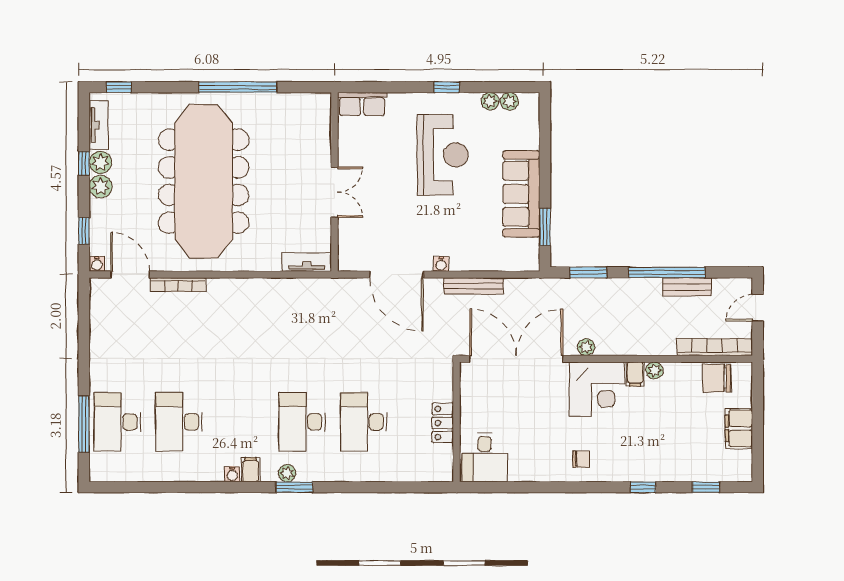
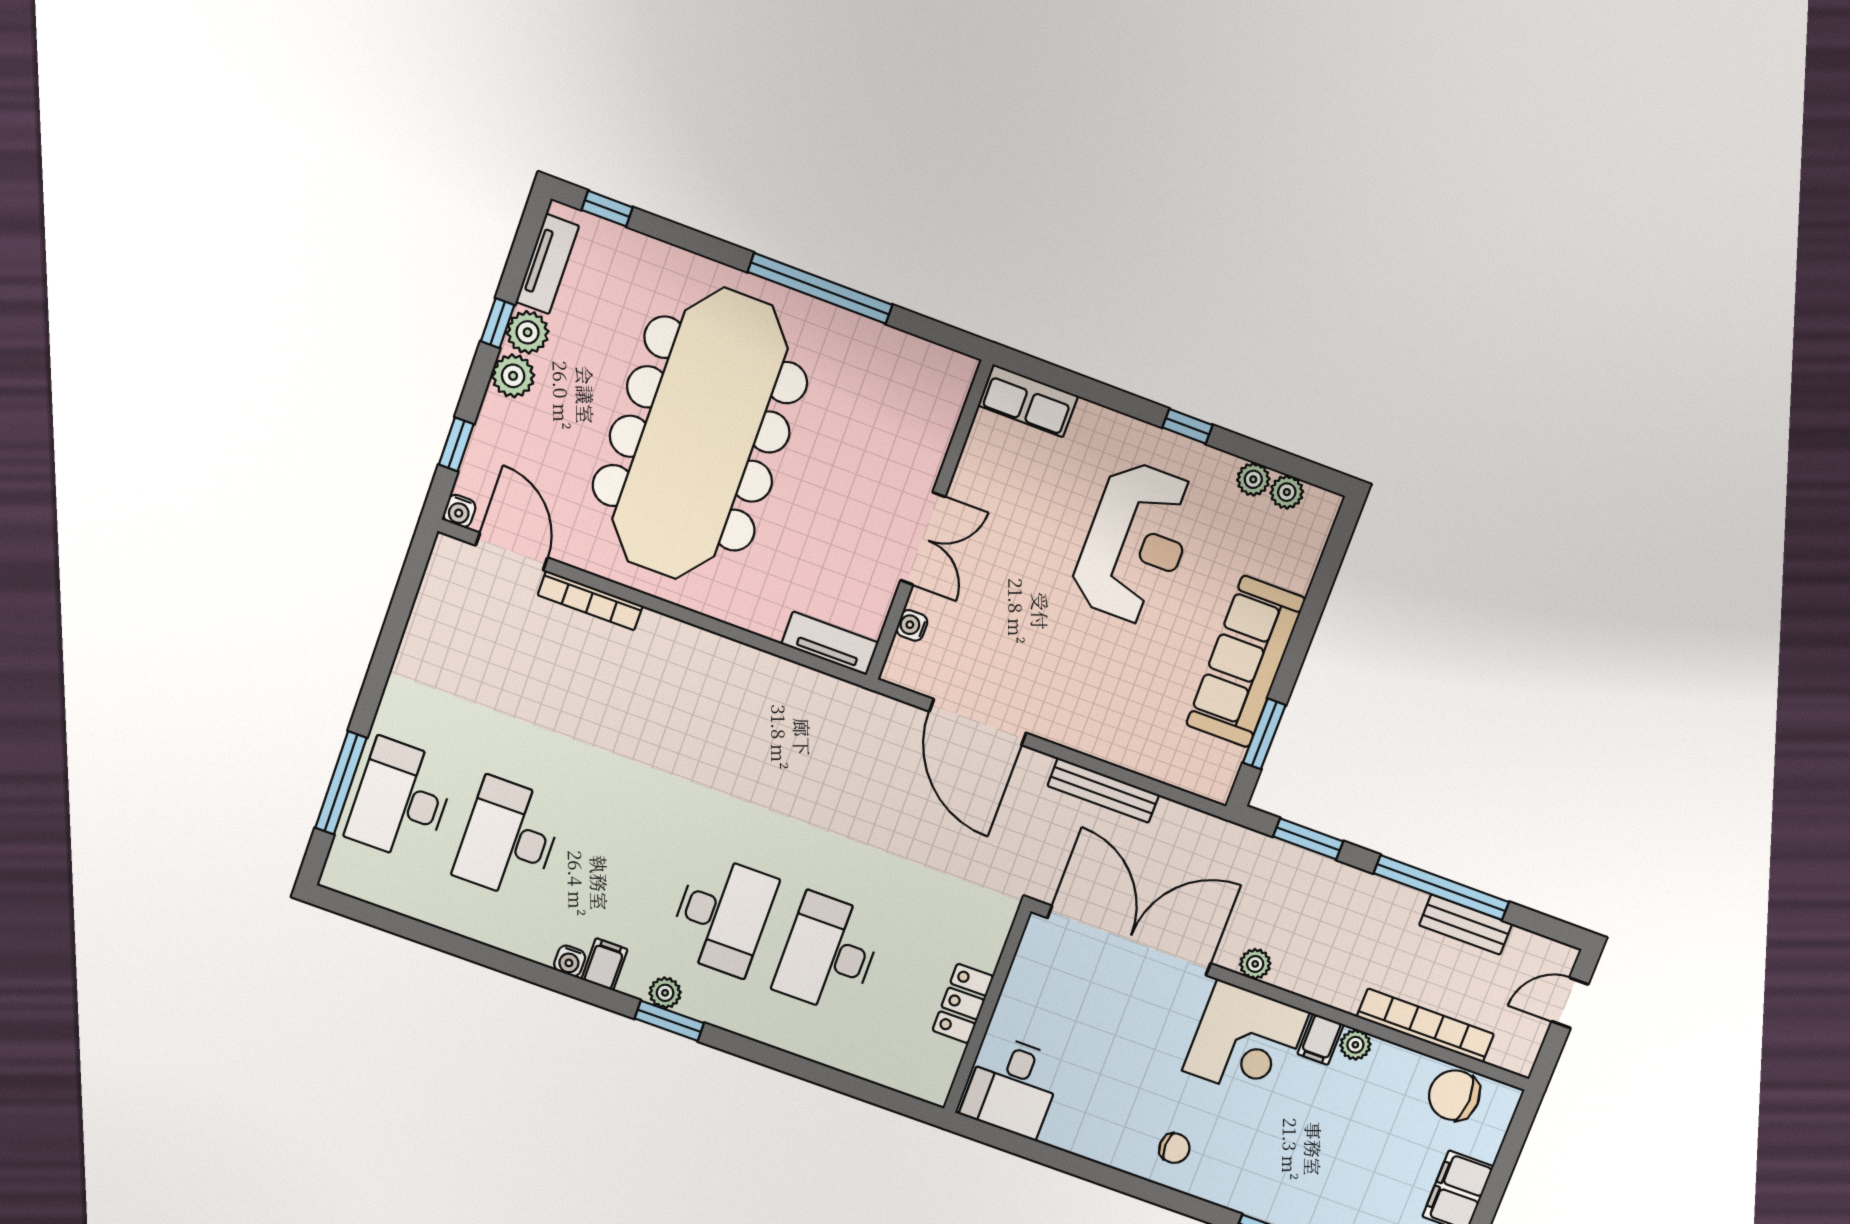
water cooler: (441, 264) -> (912, 625), moved, turned 90
bookcase: (715, 347) -> (1425, 1025), moved
desk: (302, 422) -> (722, 915), turned 180

